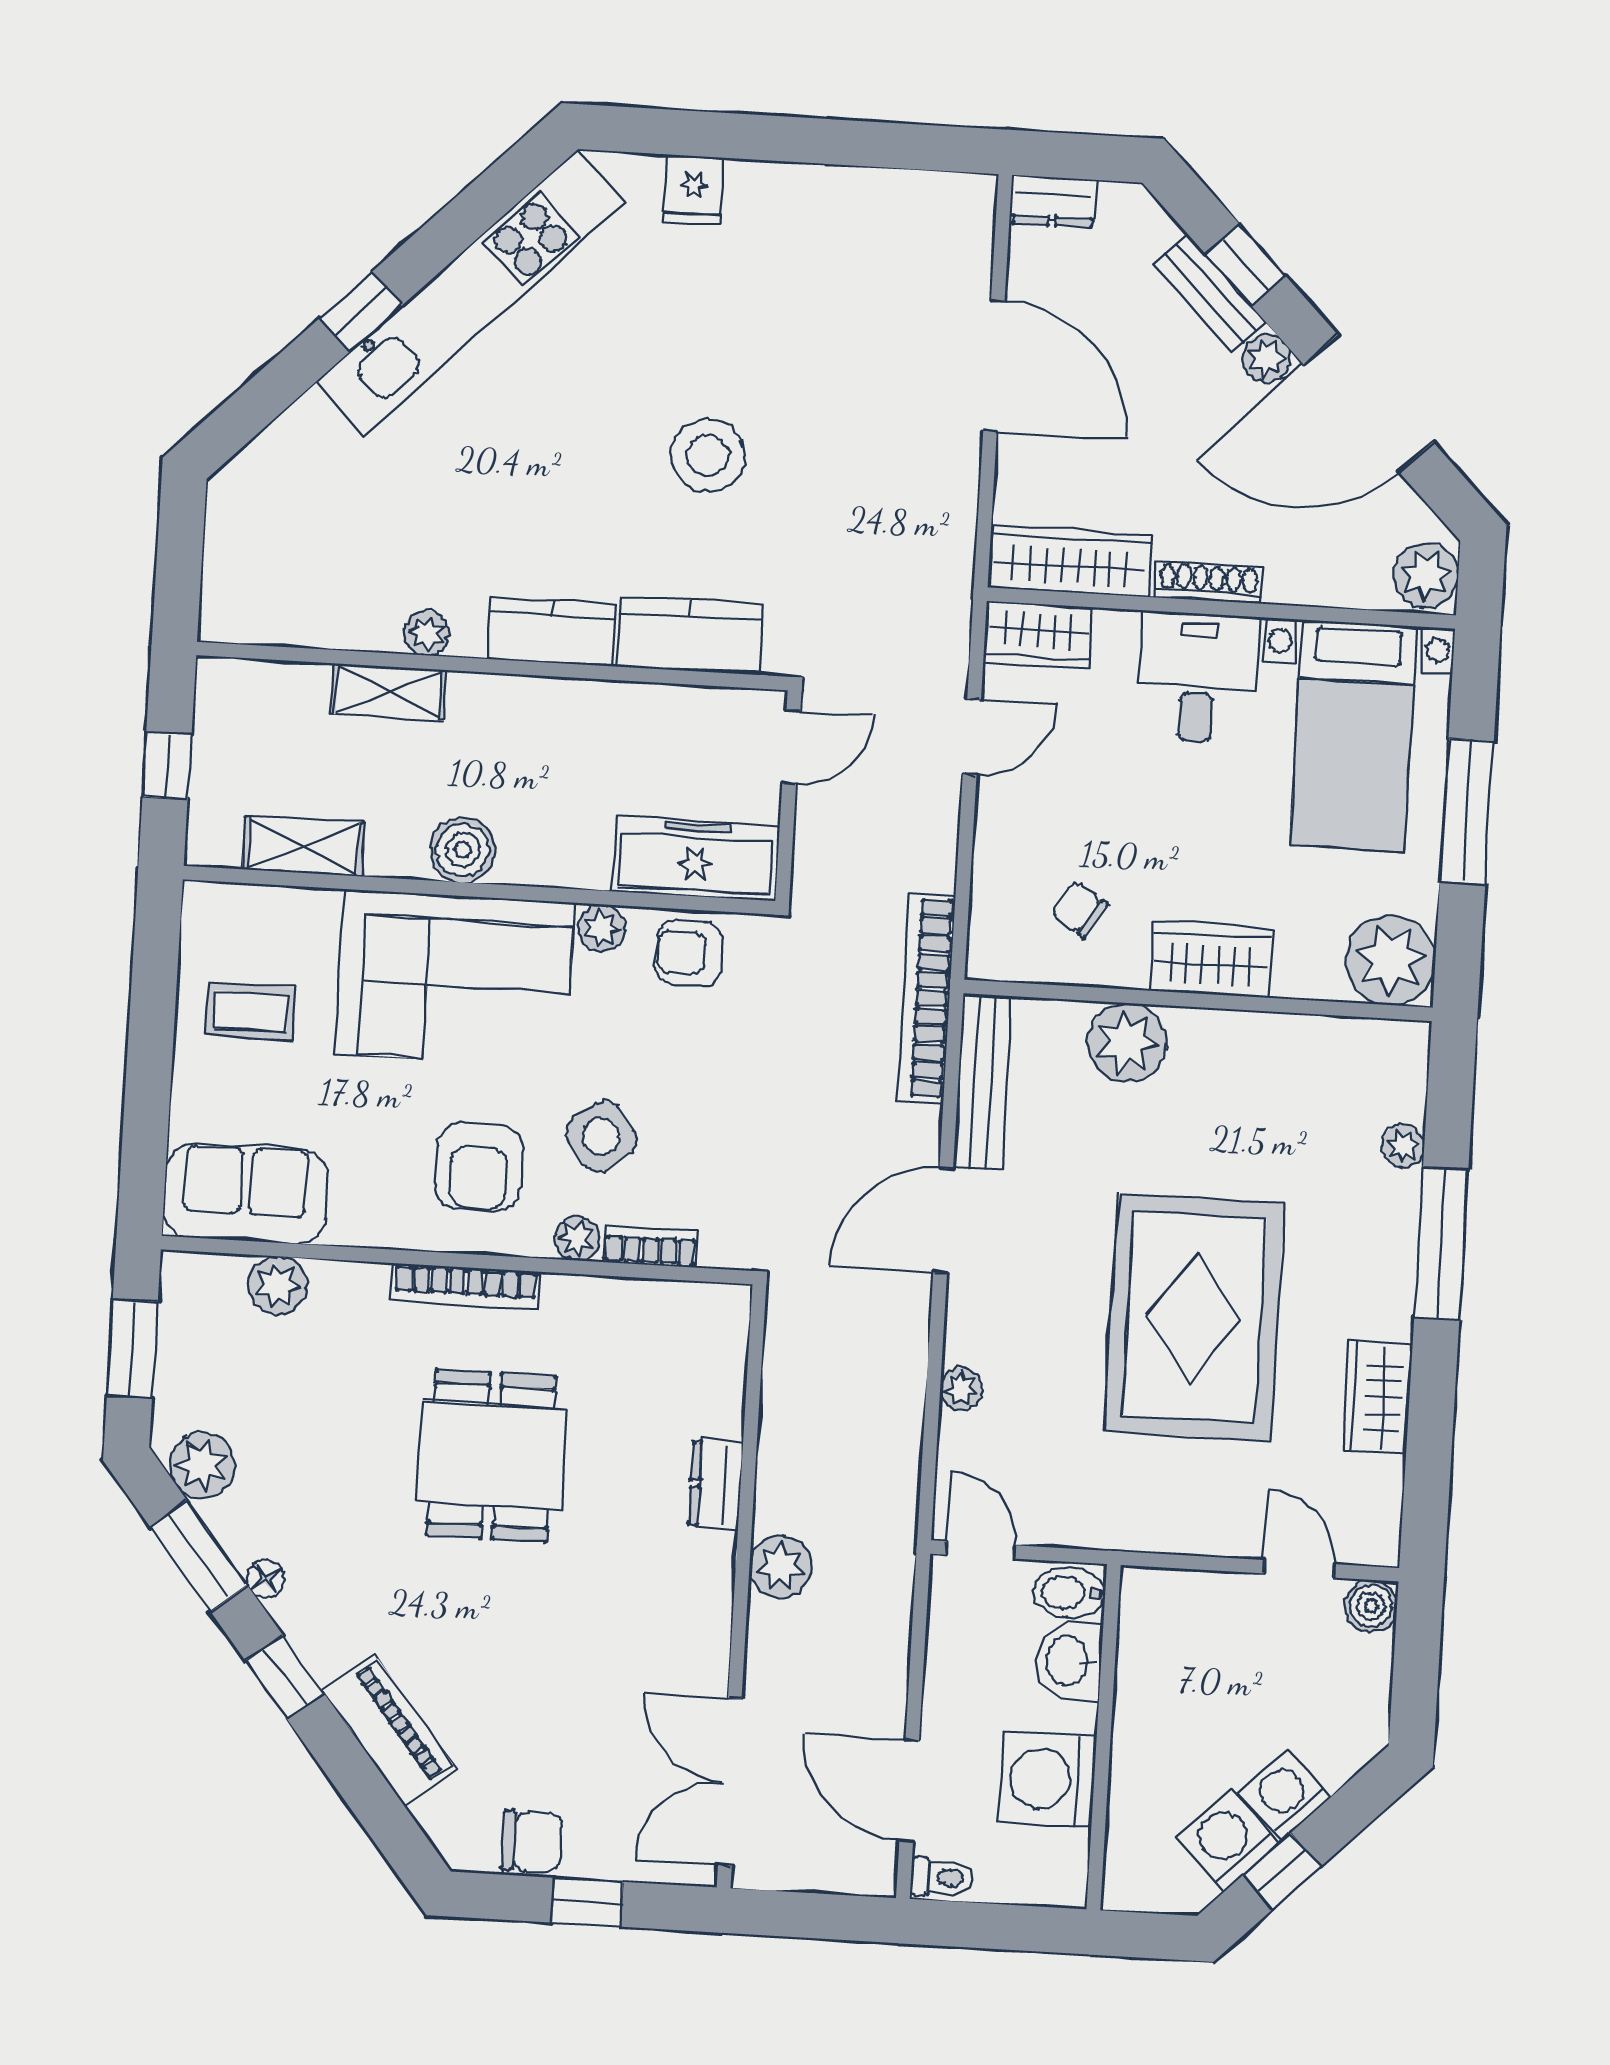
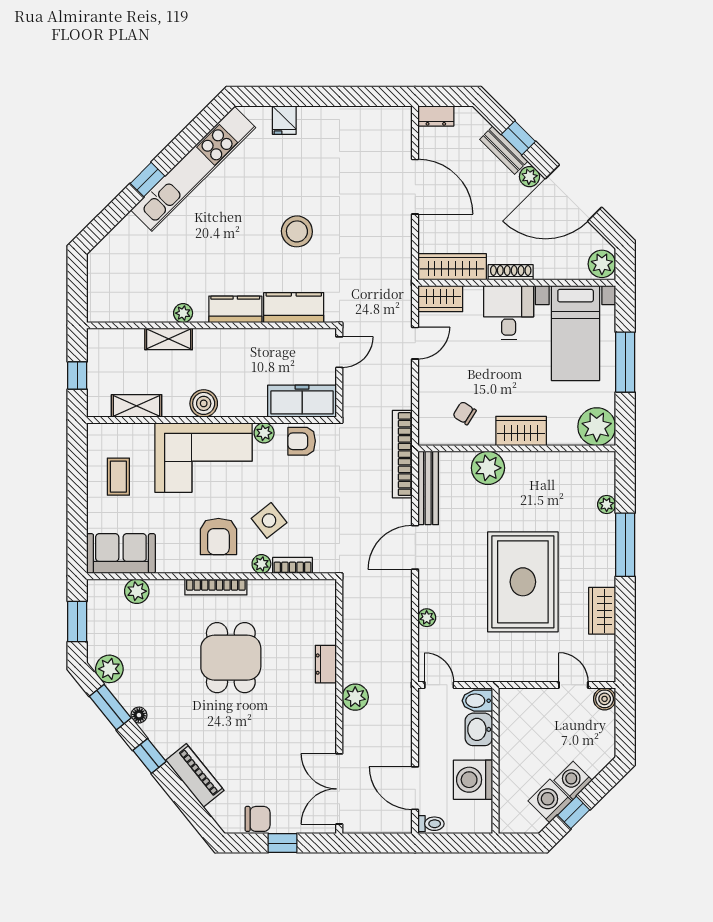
coffee table: (250, 1011) -> (118, 477), turned 90

